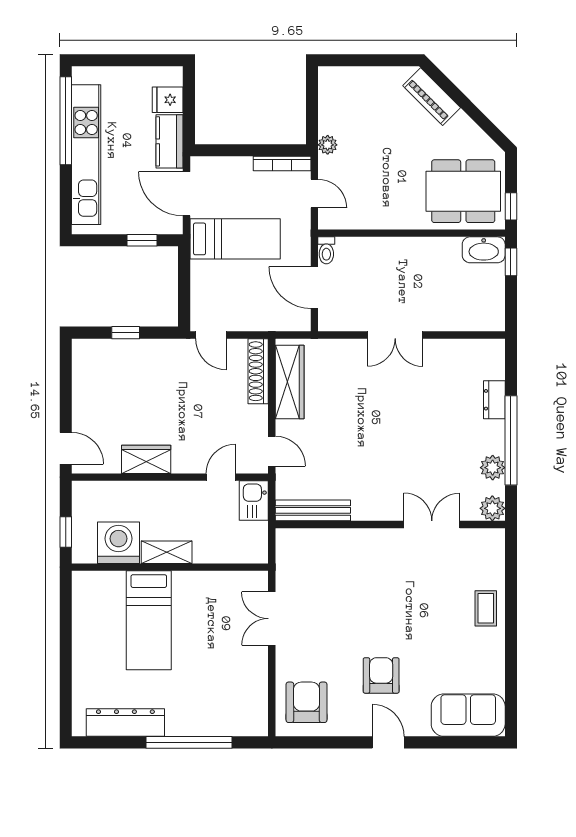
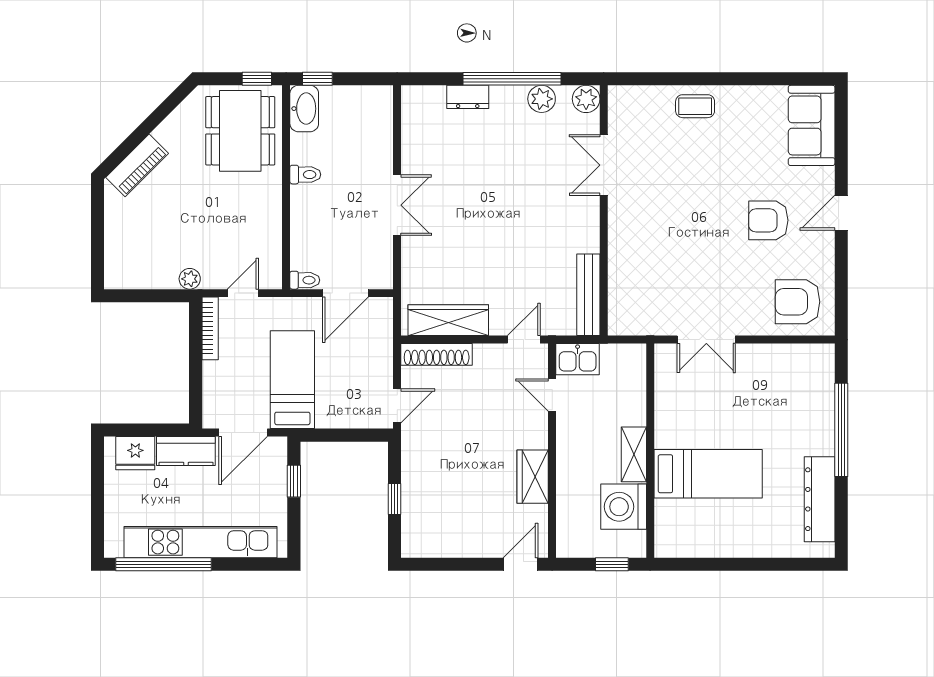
fridge: (168, 100) -> (135, 453), width x1.38
toilet: (423, 251) -> (305, 175), added

